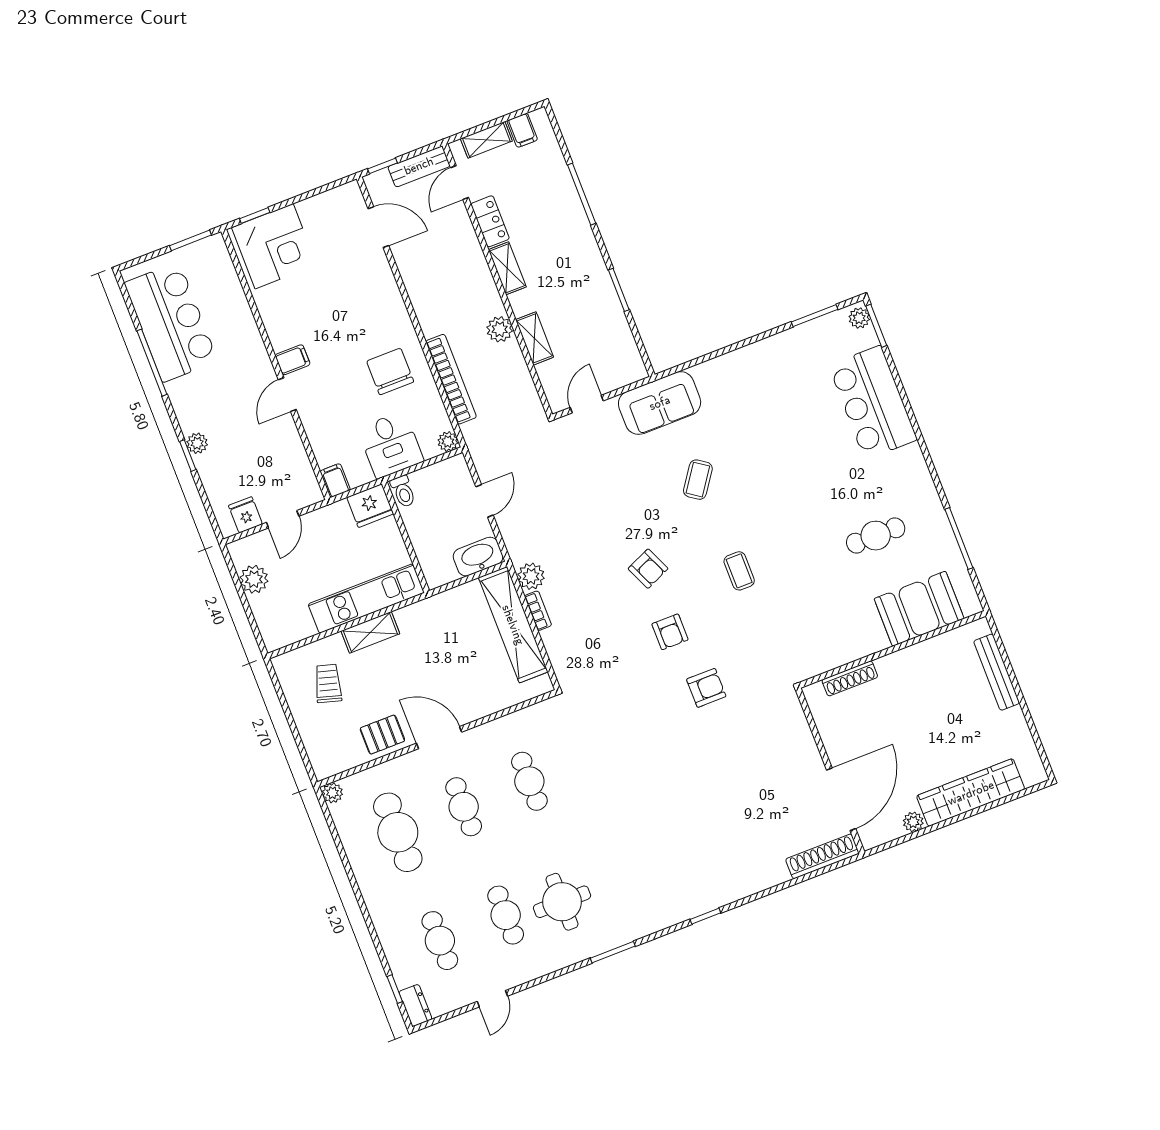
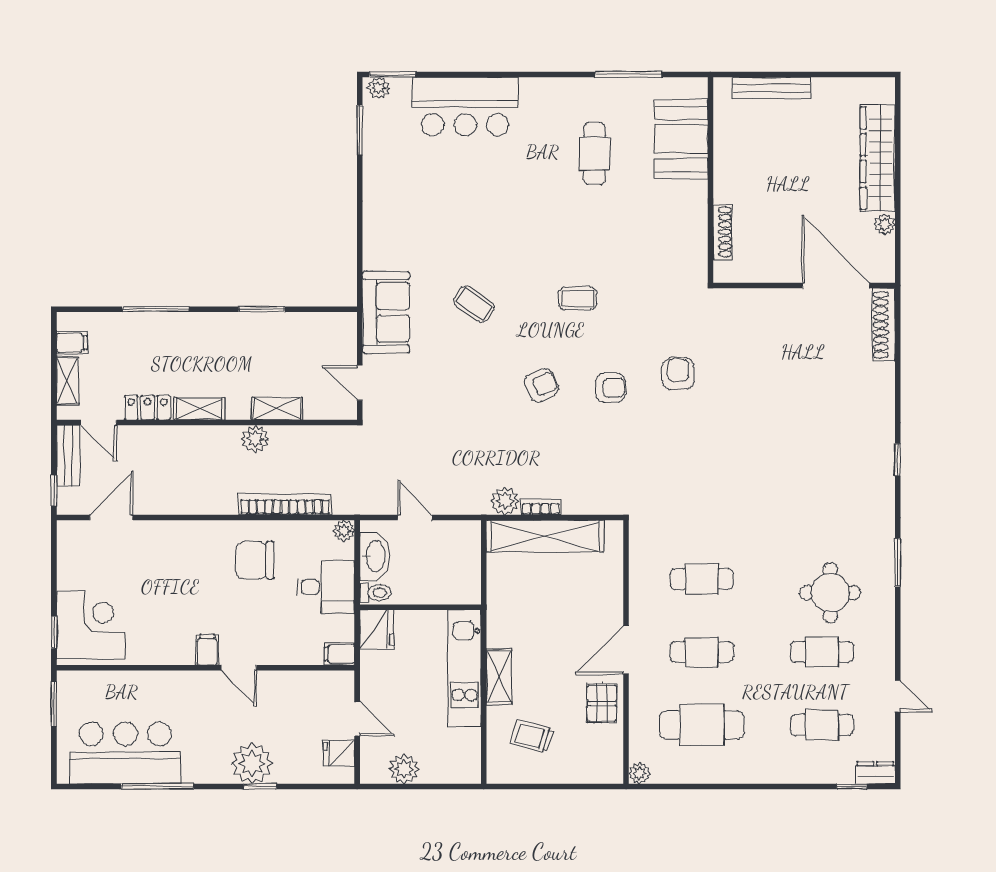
plant: (197, 443) -> (252, 763), width x1.88, depth x1.88
washbasin: (478, 557) -> (375, 556), moved, turned 180

